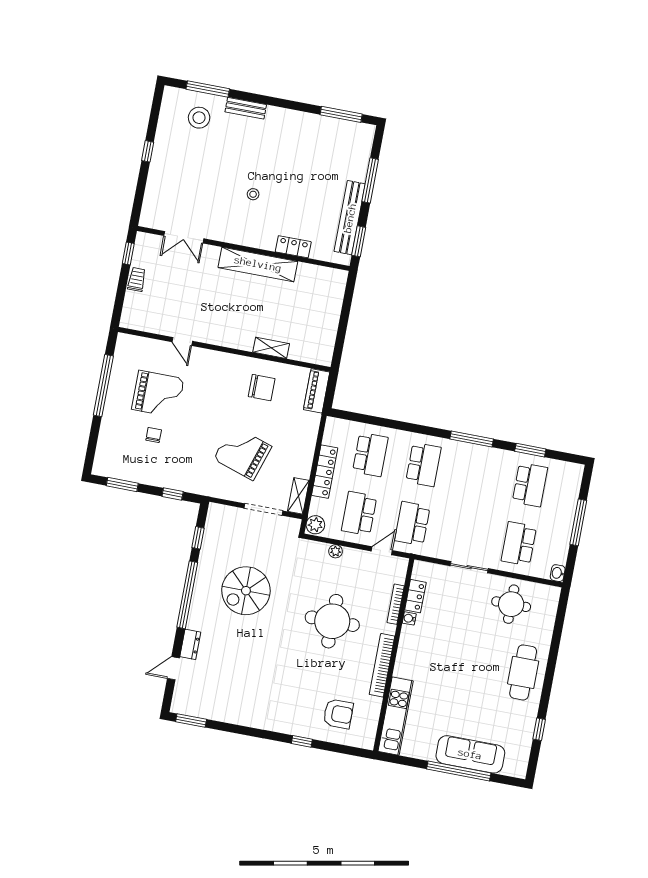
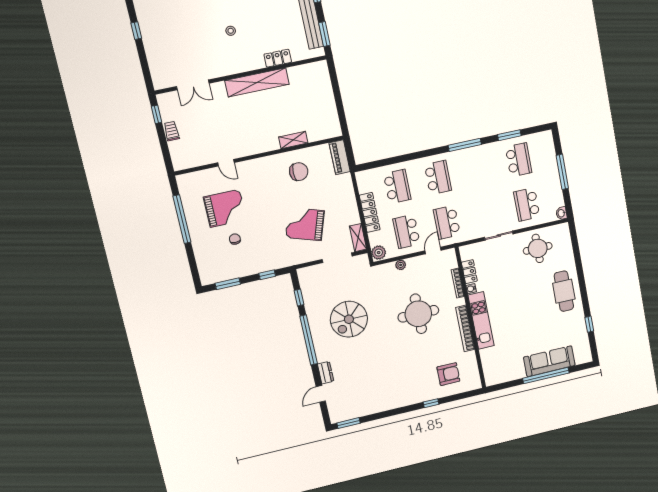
kitchen unit: (396, 716) -> (481, 320), moved

